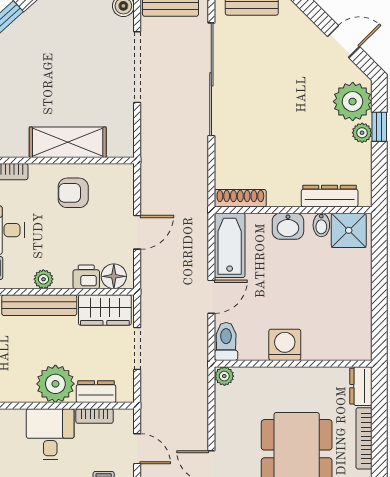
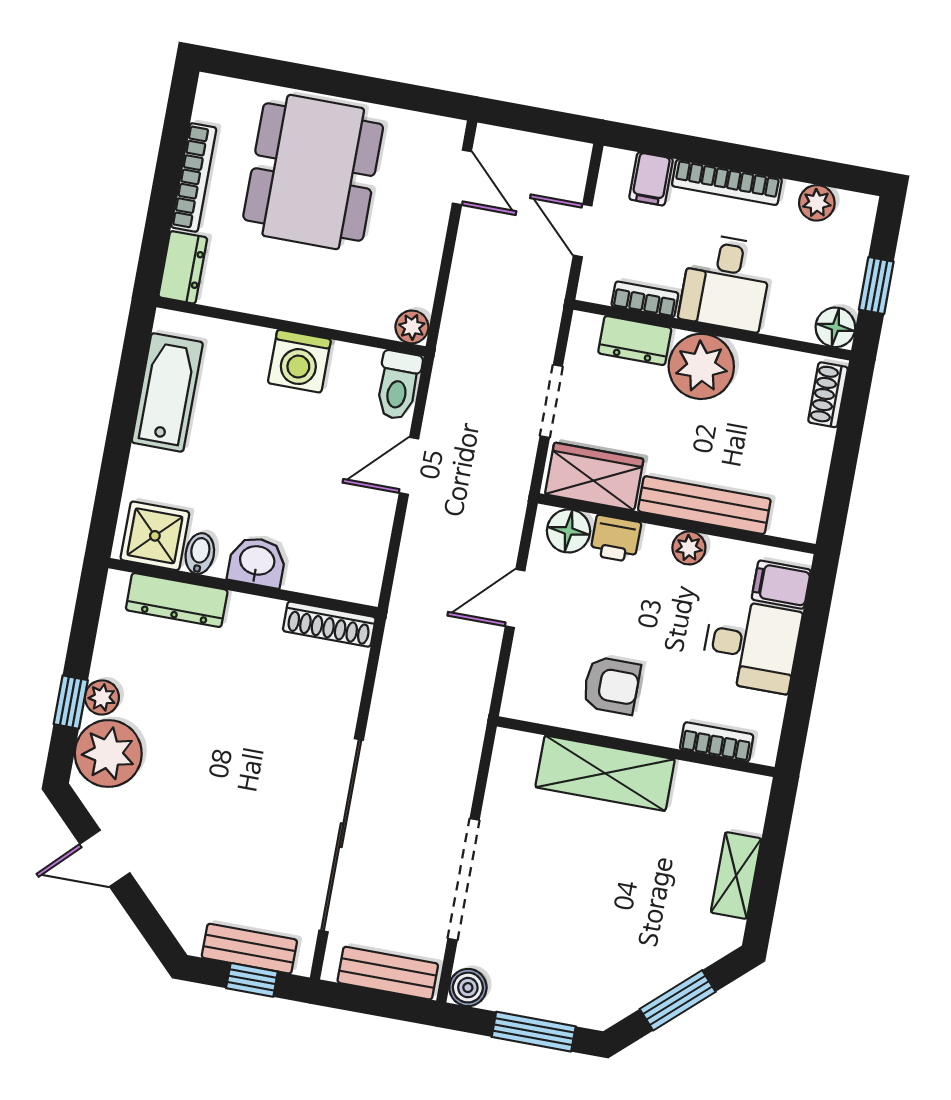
bathtub: (230, 245) -> (167, 392), moved, turned 180

